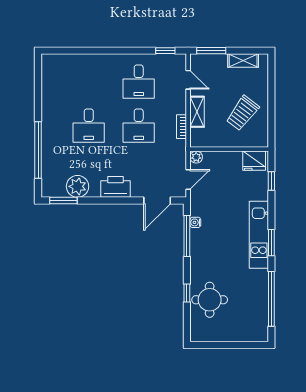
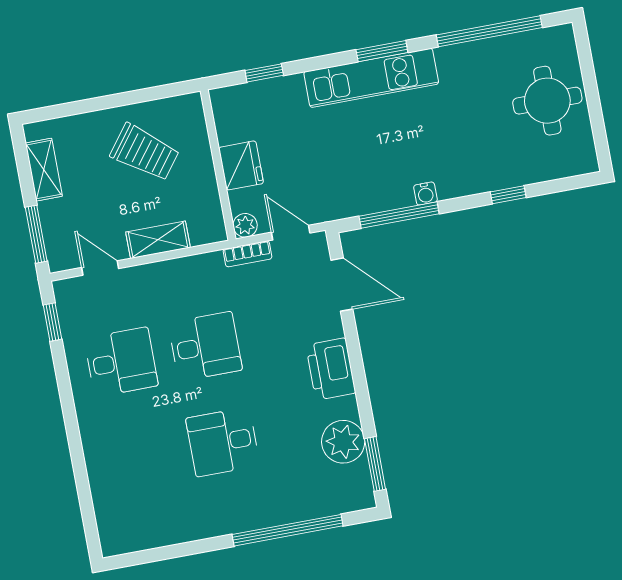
door: (188, 80) -> (100, 268), hinge flipped
desk: (89, 126) -> (223, 442), turned 180
bookcase: (182, 127) -> (247, 254), moved
fridge: (254, 161) -> (241, 165), moved
water cooler: (195, 222) -> (425, 194), moved
round table: (210, 300) -> (547, 101), moved

